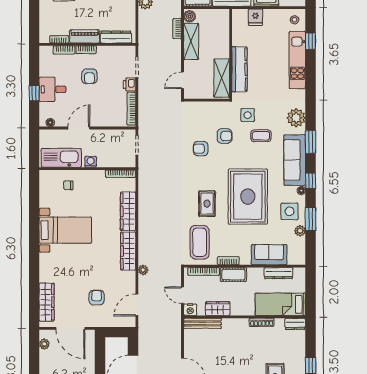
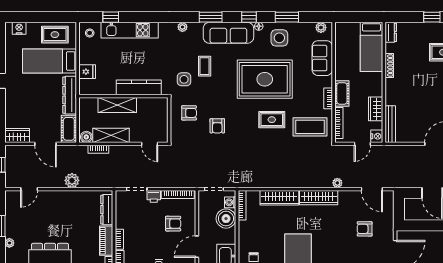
armchair: (89, 76) -> (173, 224), moved
shelving: (222, 78) -> (117, 105), moved
plant: (296, 118) -> (182, 27), width x0.53, depth x0.53
door: (79, 128) -> (197, 247), hinge flipped
armchair: (224, 136) -> (189, 113), moved, turned 90
boiler: (107, 157) -> (226, 219), added
washing machine: (91, 162) -> (230, 202), moved
plant: (300, 231) -> (321, 27), moved
dresser: (278, 273) -> (340, 49), removed

